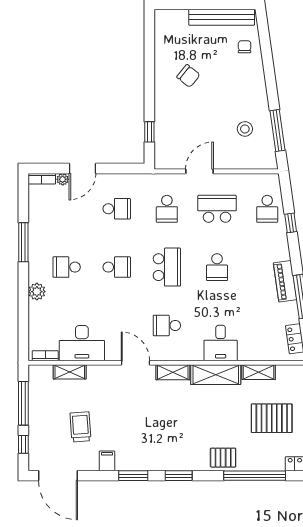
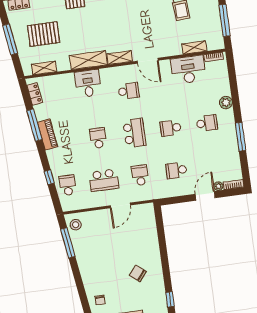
stool: (245, 129) -> (76, 225), moved
window: (149, 132) -> (170, 299), moved
school desk: (167, 267) -> (134, 133), turned 180
shelving: (258, 372) -> (44, 68), moved

